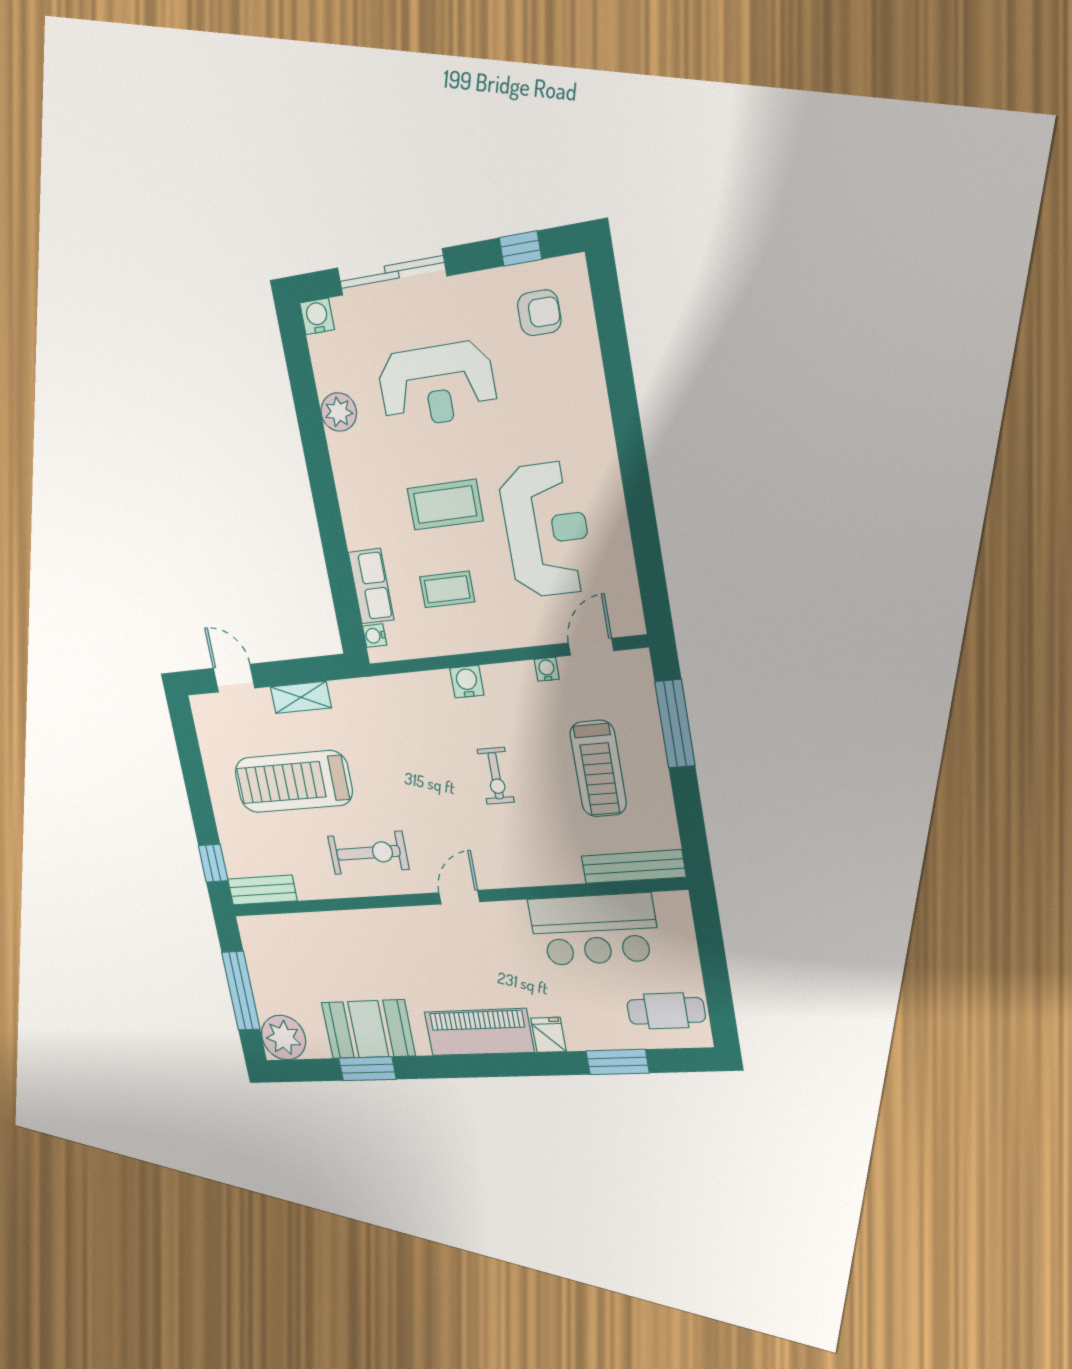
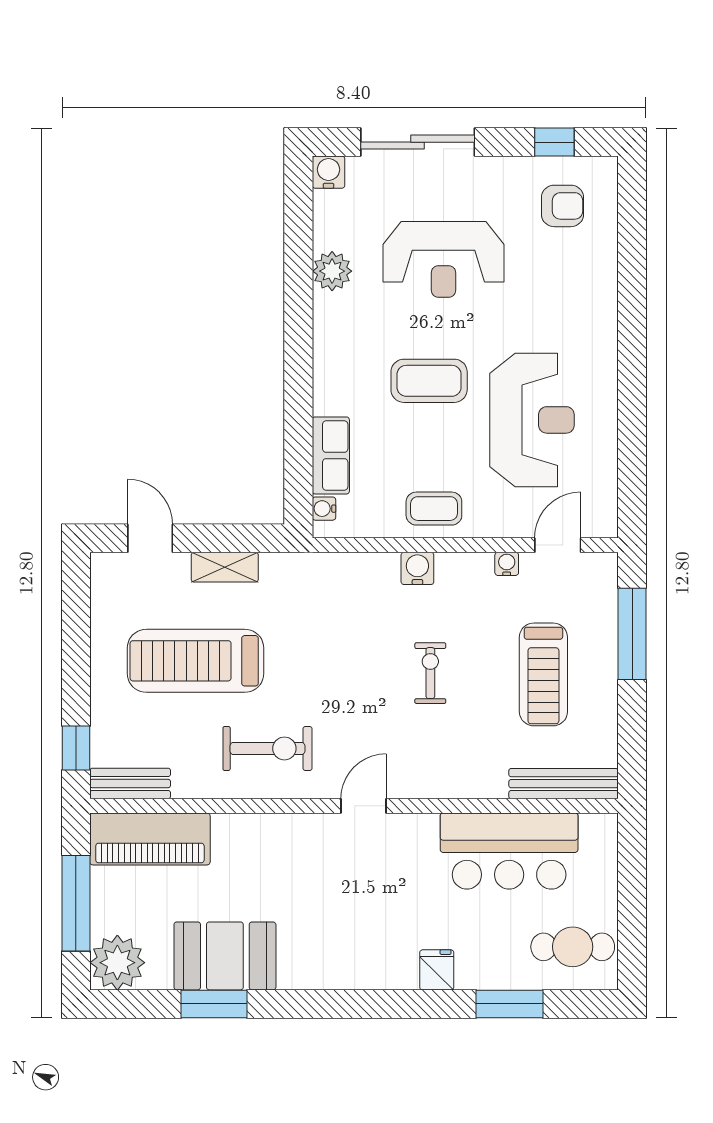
coffee table: (447, 589) -> (434, 509), moved
exercise bike: (496, 776) -> (430, 673), turned 180
piano: (479, 1032) -> (150, 839), moved, turned 180

